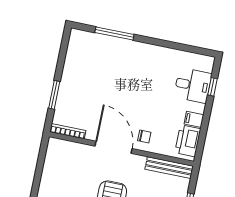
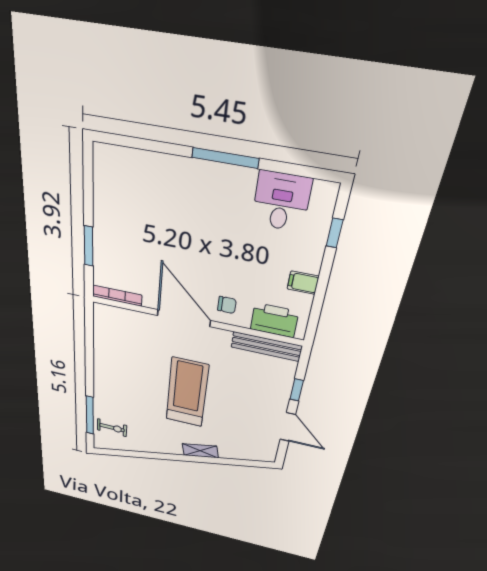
window: (114, 33) -> (225, 158), moved
desk: (193, 85) -> (281, 201), moved, turned -90
printer: (188, 141) -> (274, 320), moved, turned 90

